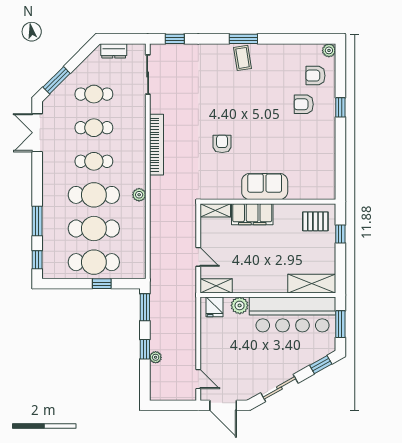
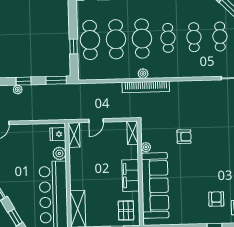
bookcase: (156, 145) -> (146, 87), moved
sofa: (265, 187) -> (155, 185), width x1.85, depth x1.27
plant: (234, 193) -> (146, 147), added
filing cabinet: (252, 214) -> (131, 176), moved

